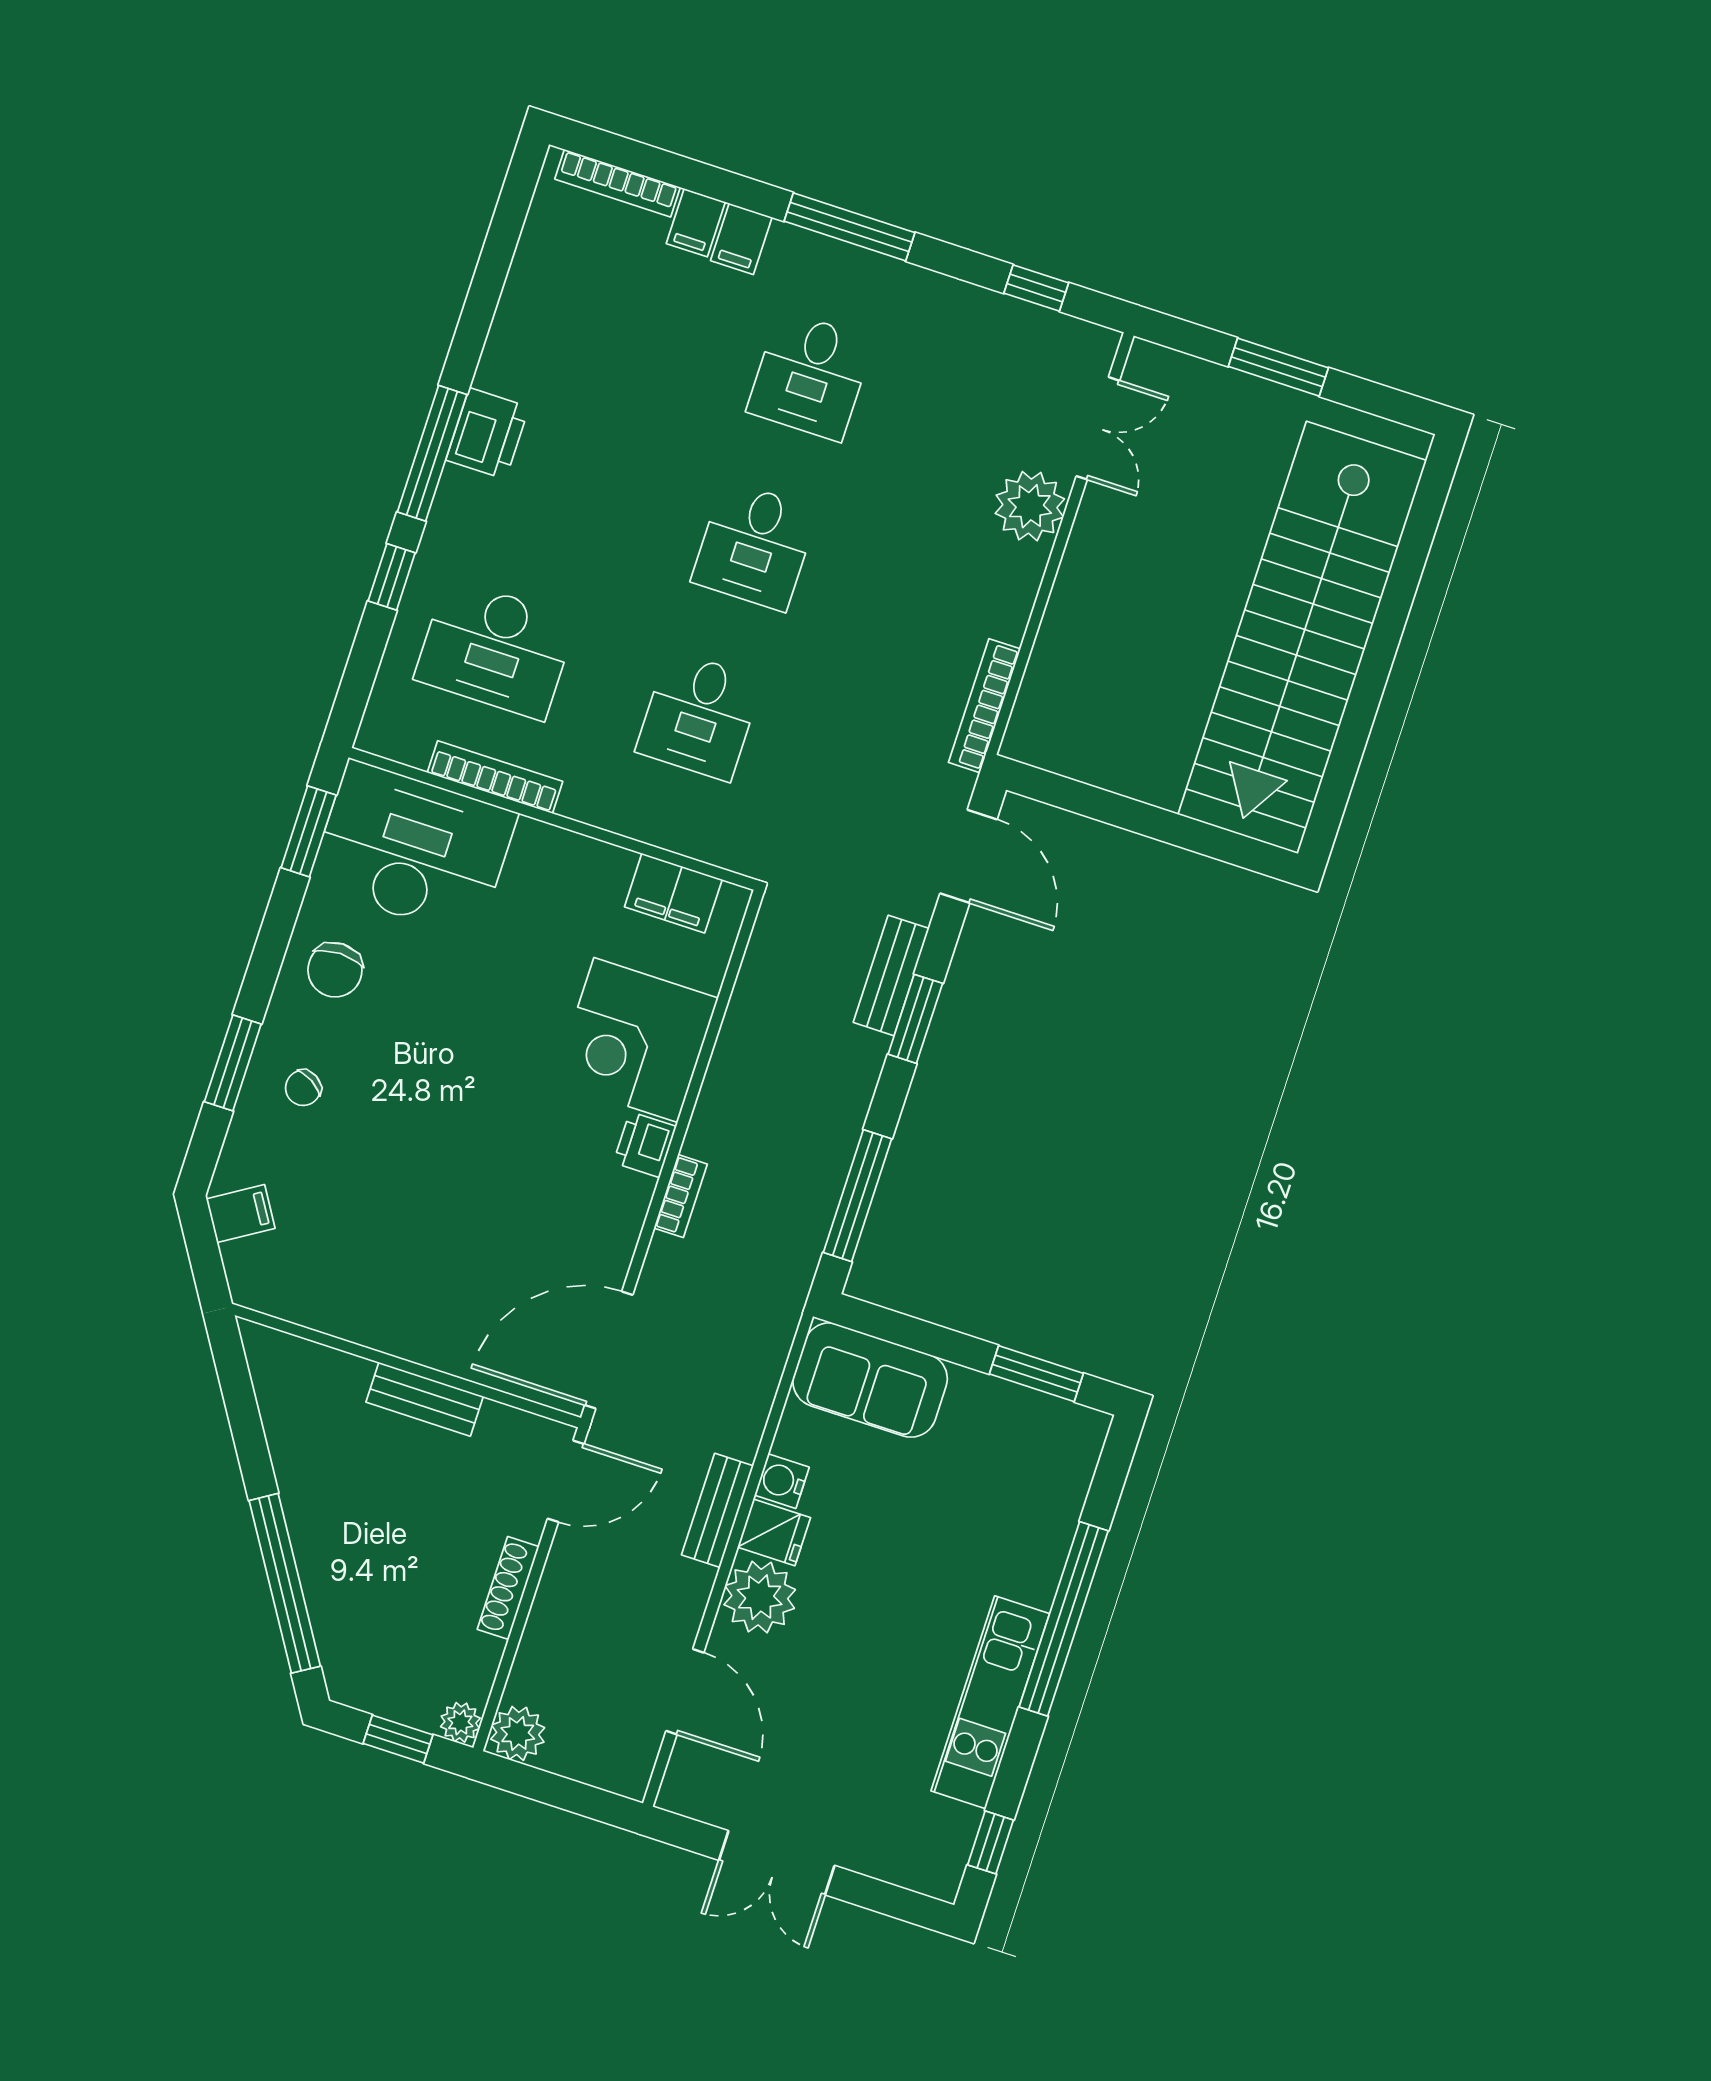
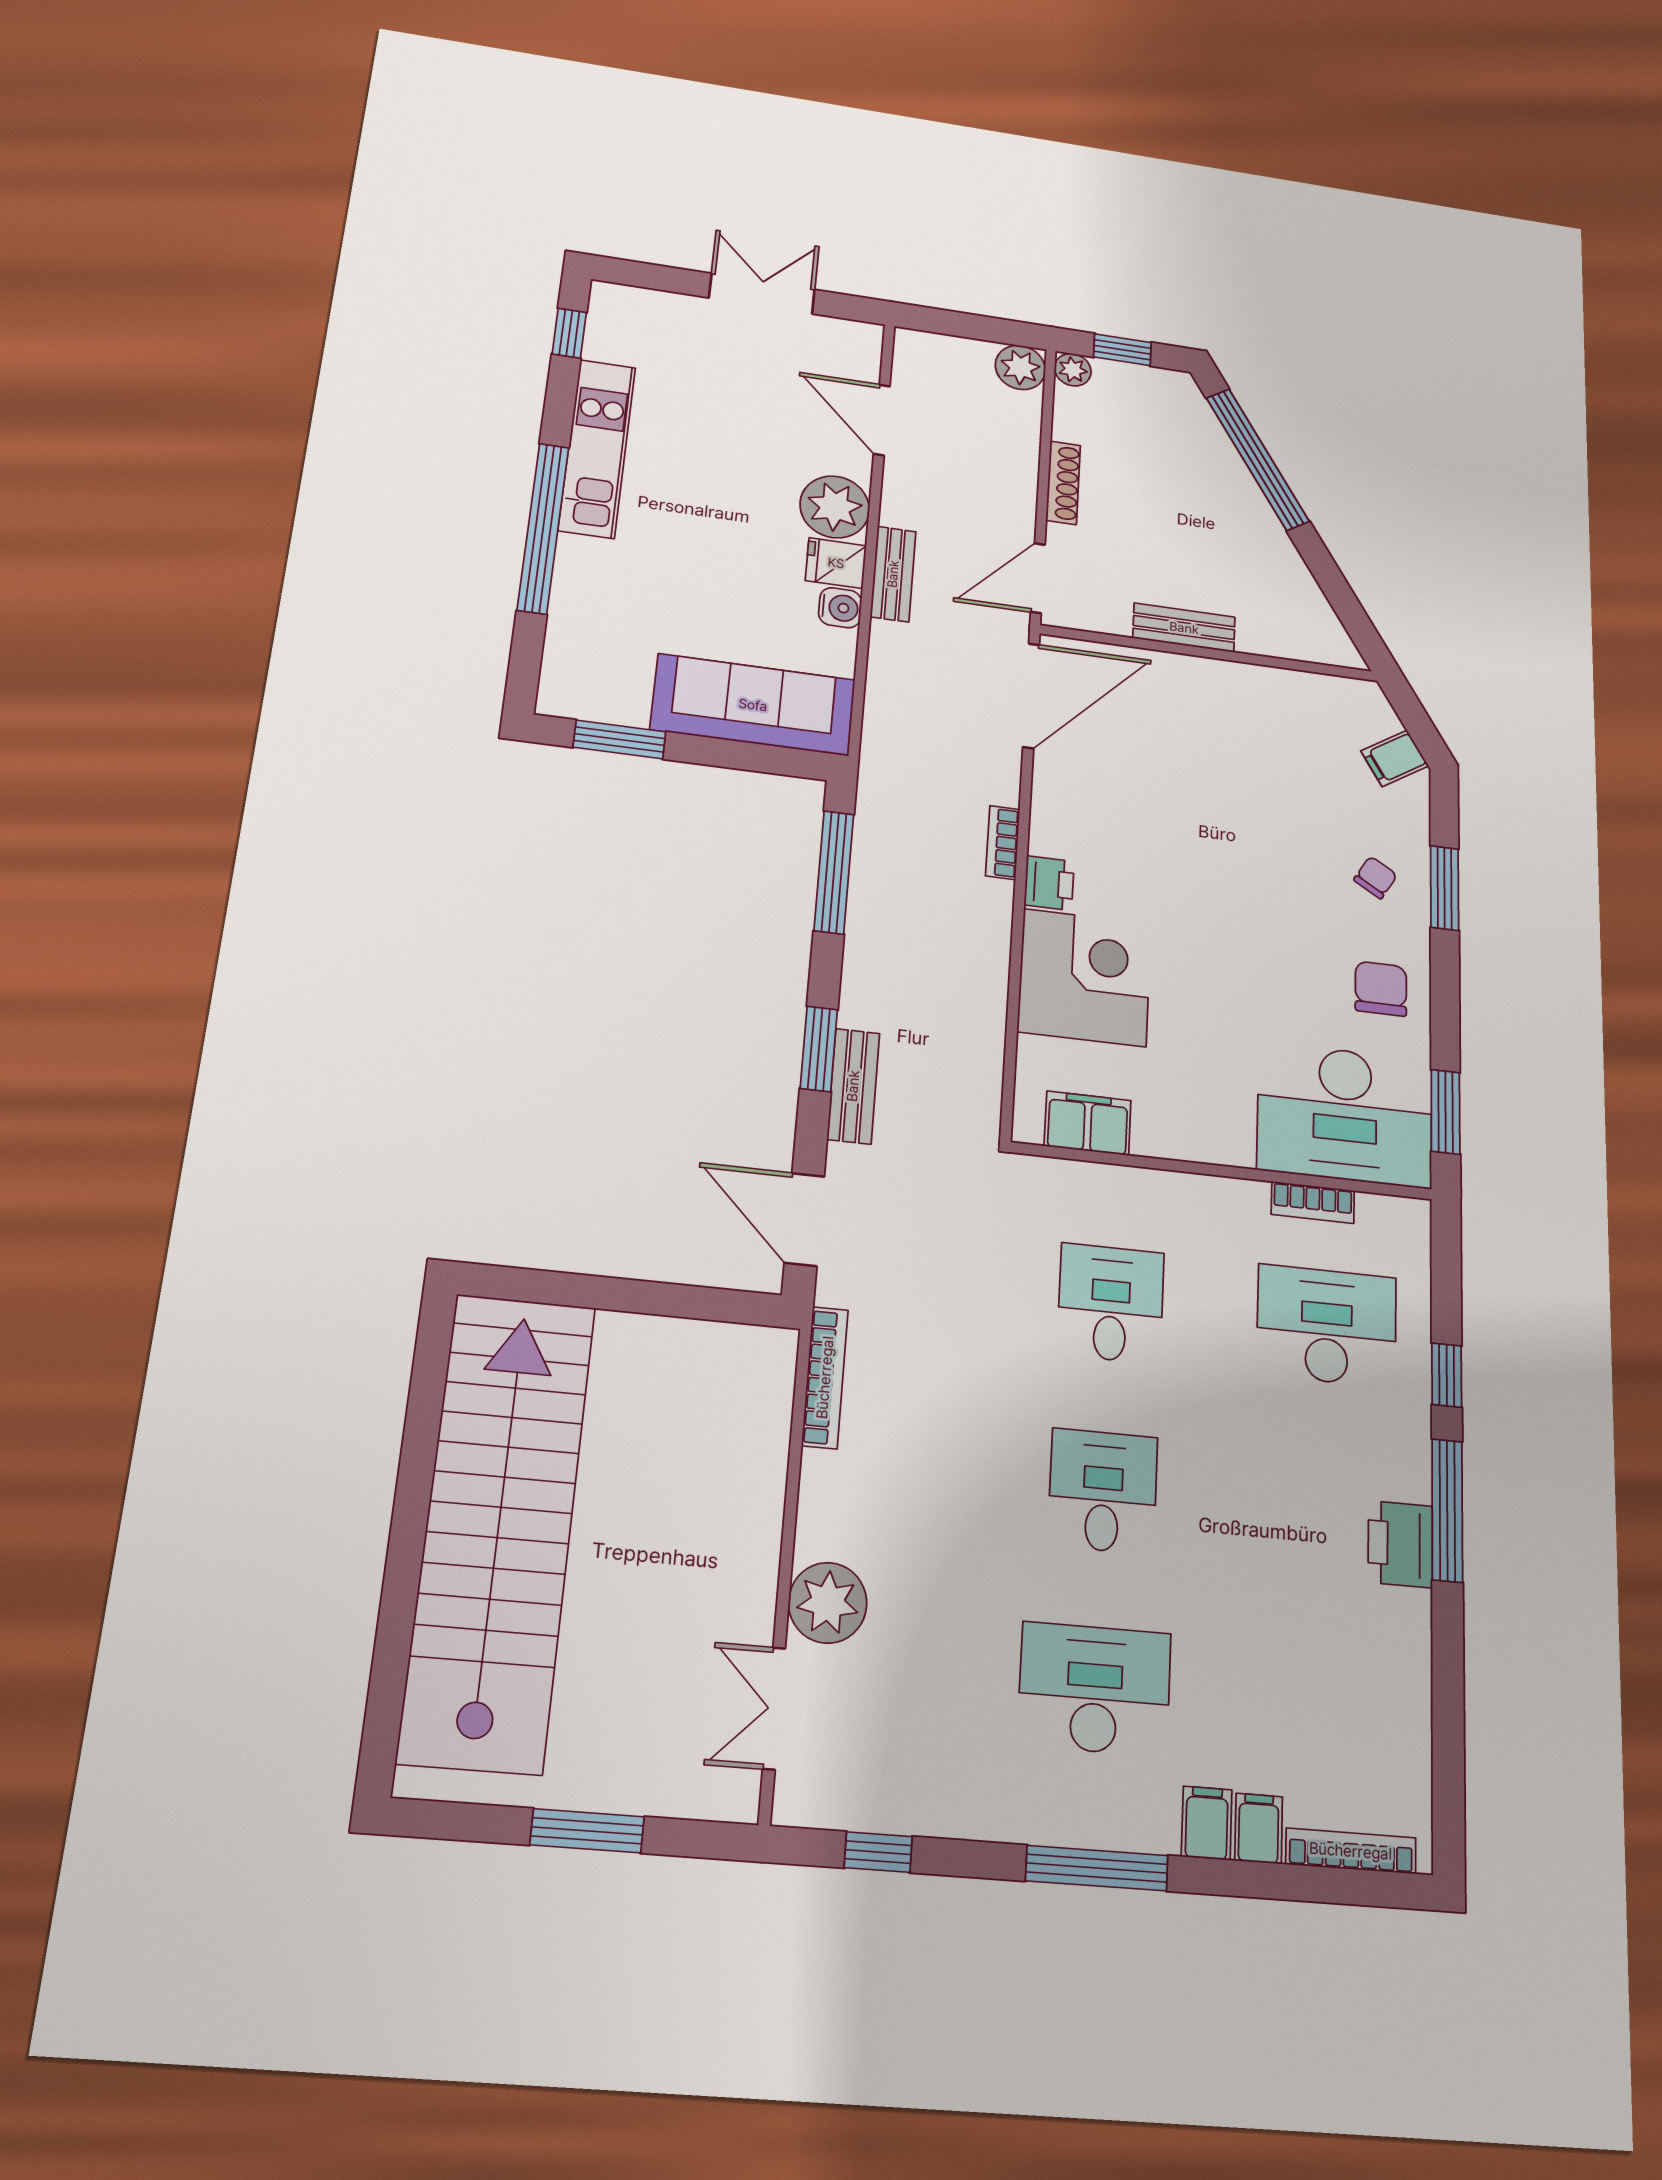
desk: (810, 376) -> (1095, 1689), width x1.37
bookcase: (495, 777) -> (1313, 1202), width x0.64
sofa: (870, 1380) -> (753, 705), width x1.36

